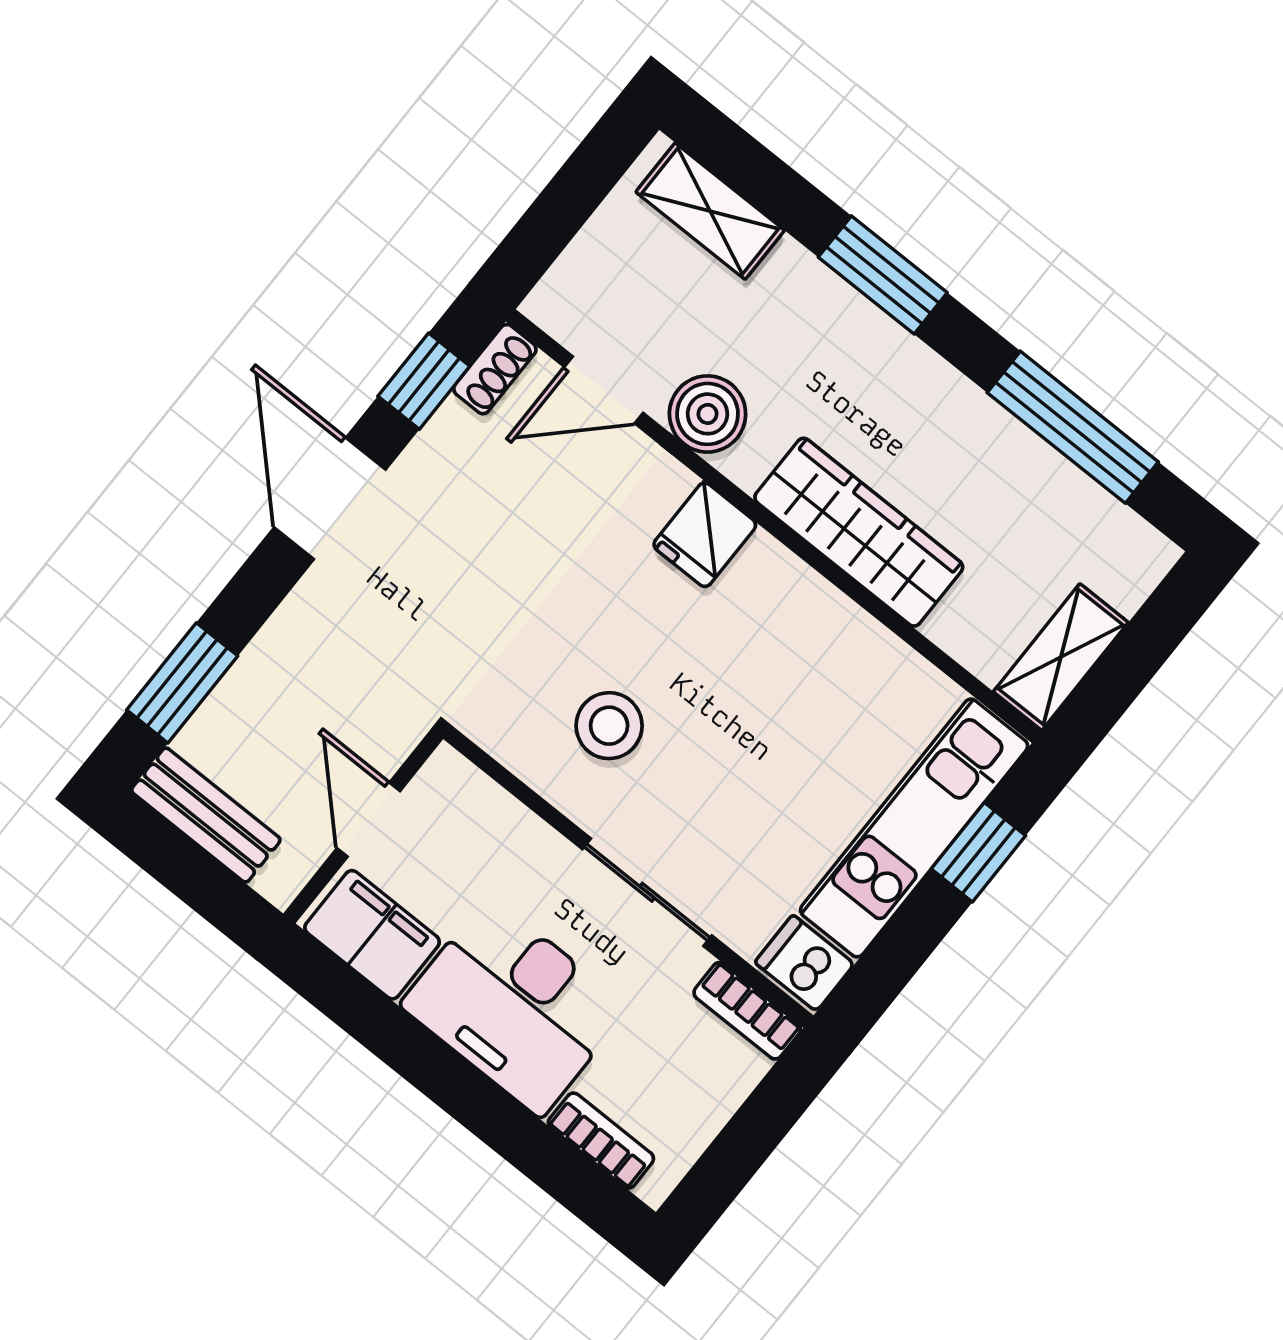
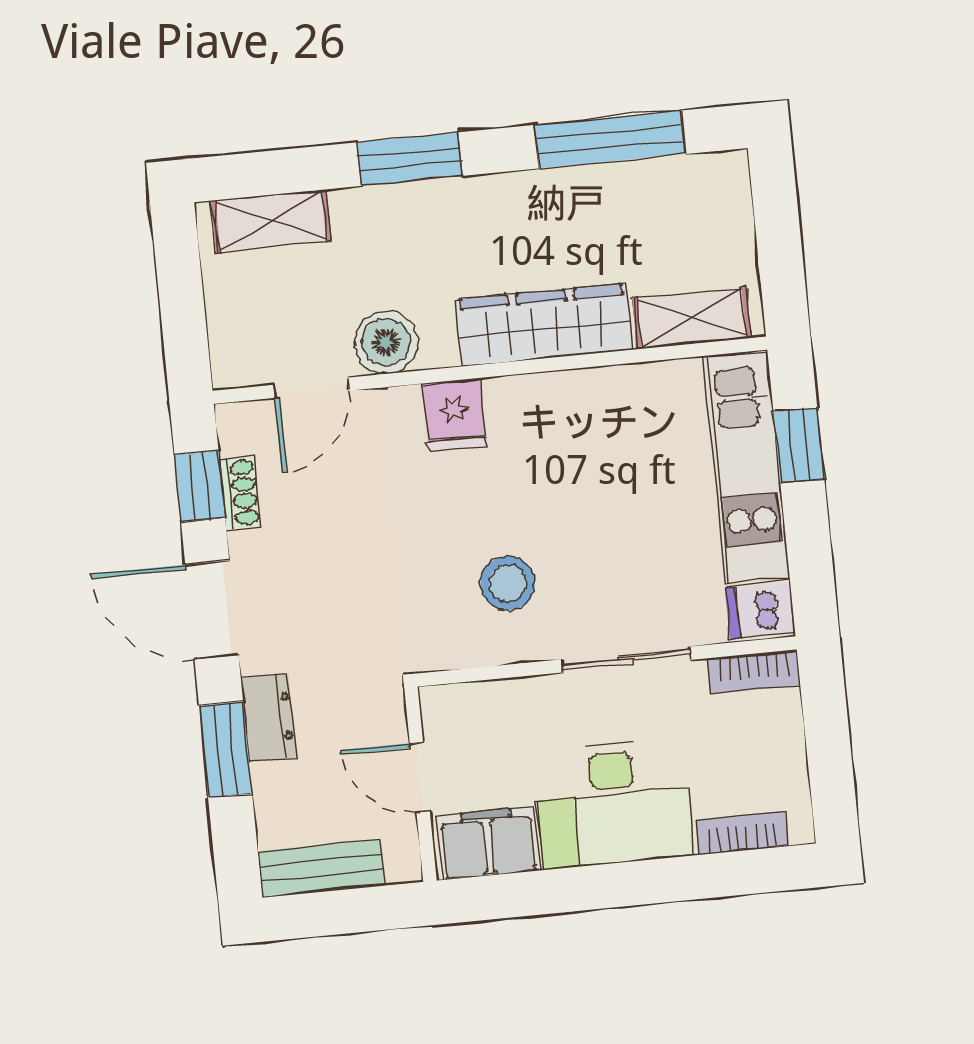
shoe rack: (495, 369) -> (240, 493), moved
dresser: (287, 640) -> (268, 718), added
shelving: (1061, 657) -> (692, 318), moved, turned 90
window: (182, 683) -> (226, 749), moved

